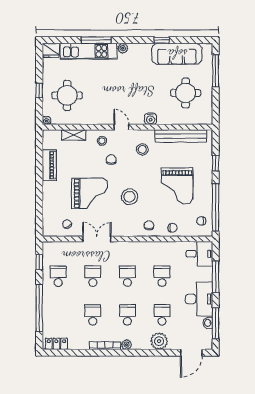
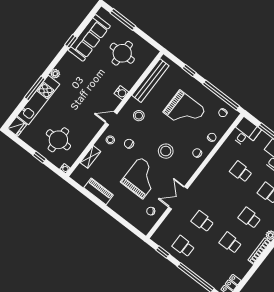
school desk: (127, 276) -> (222, 197), removed

